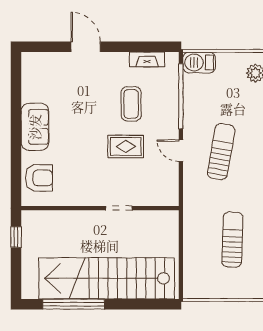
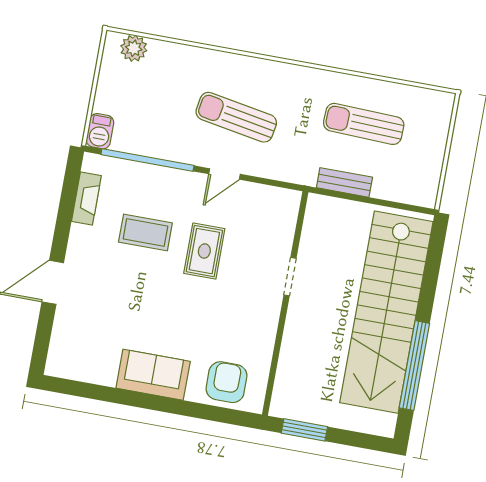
barbecue: (199, 63) -> (100, 131), width x0.73, depth x0.79
bench: (190, 234) -> (344, 182), added
window: (16, 237) -> (304, 430), width x1.50

